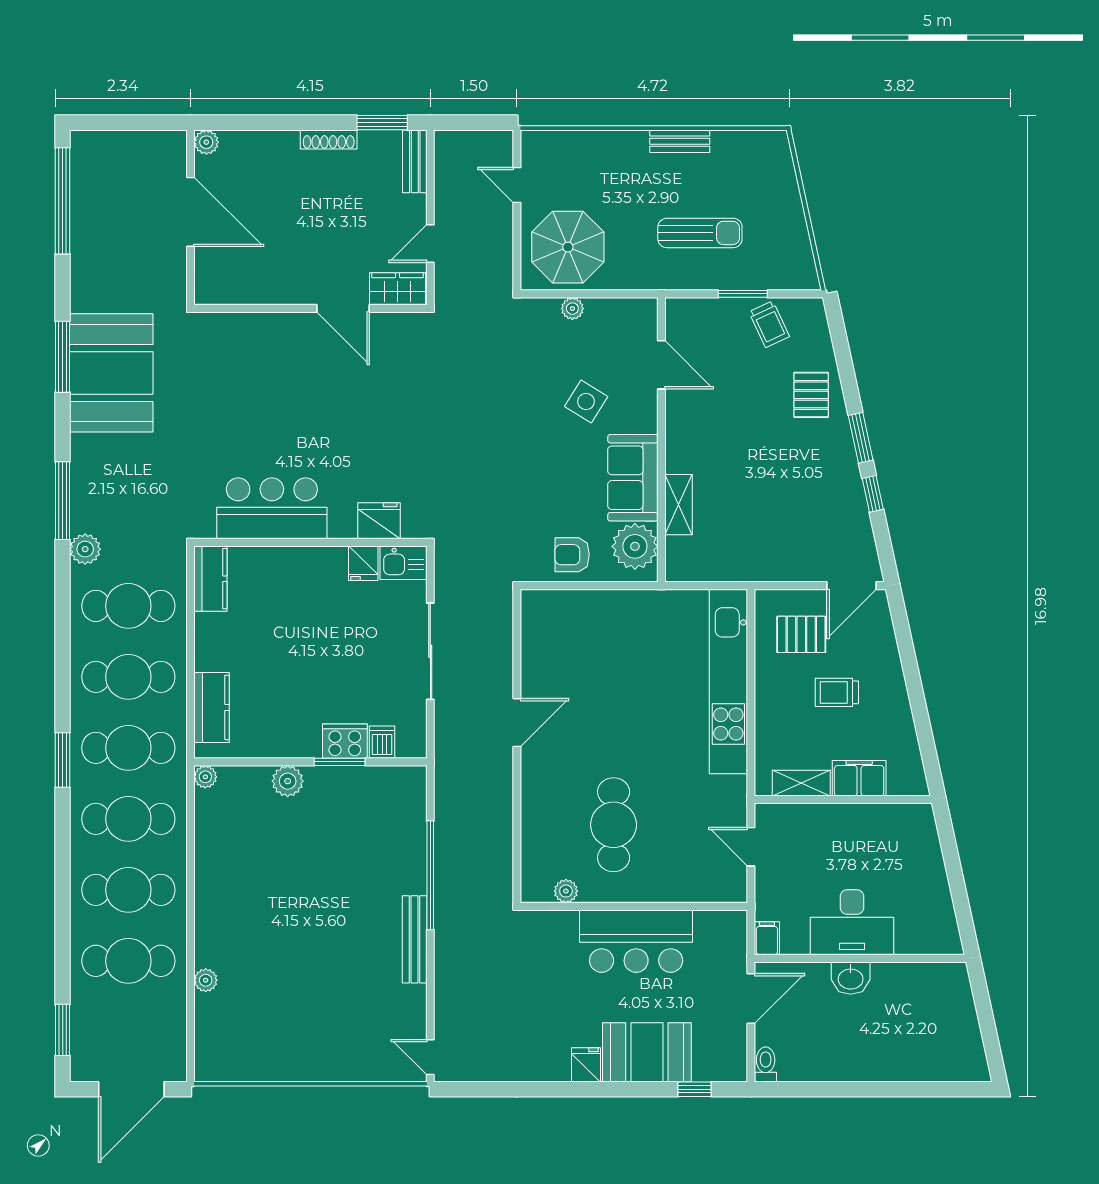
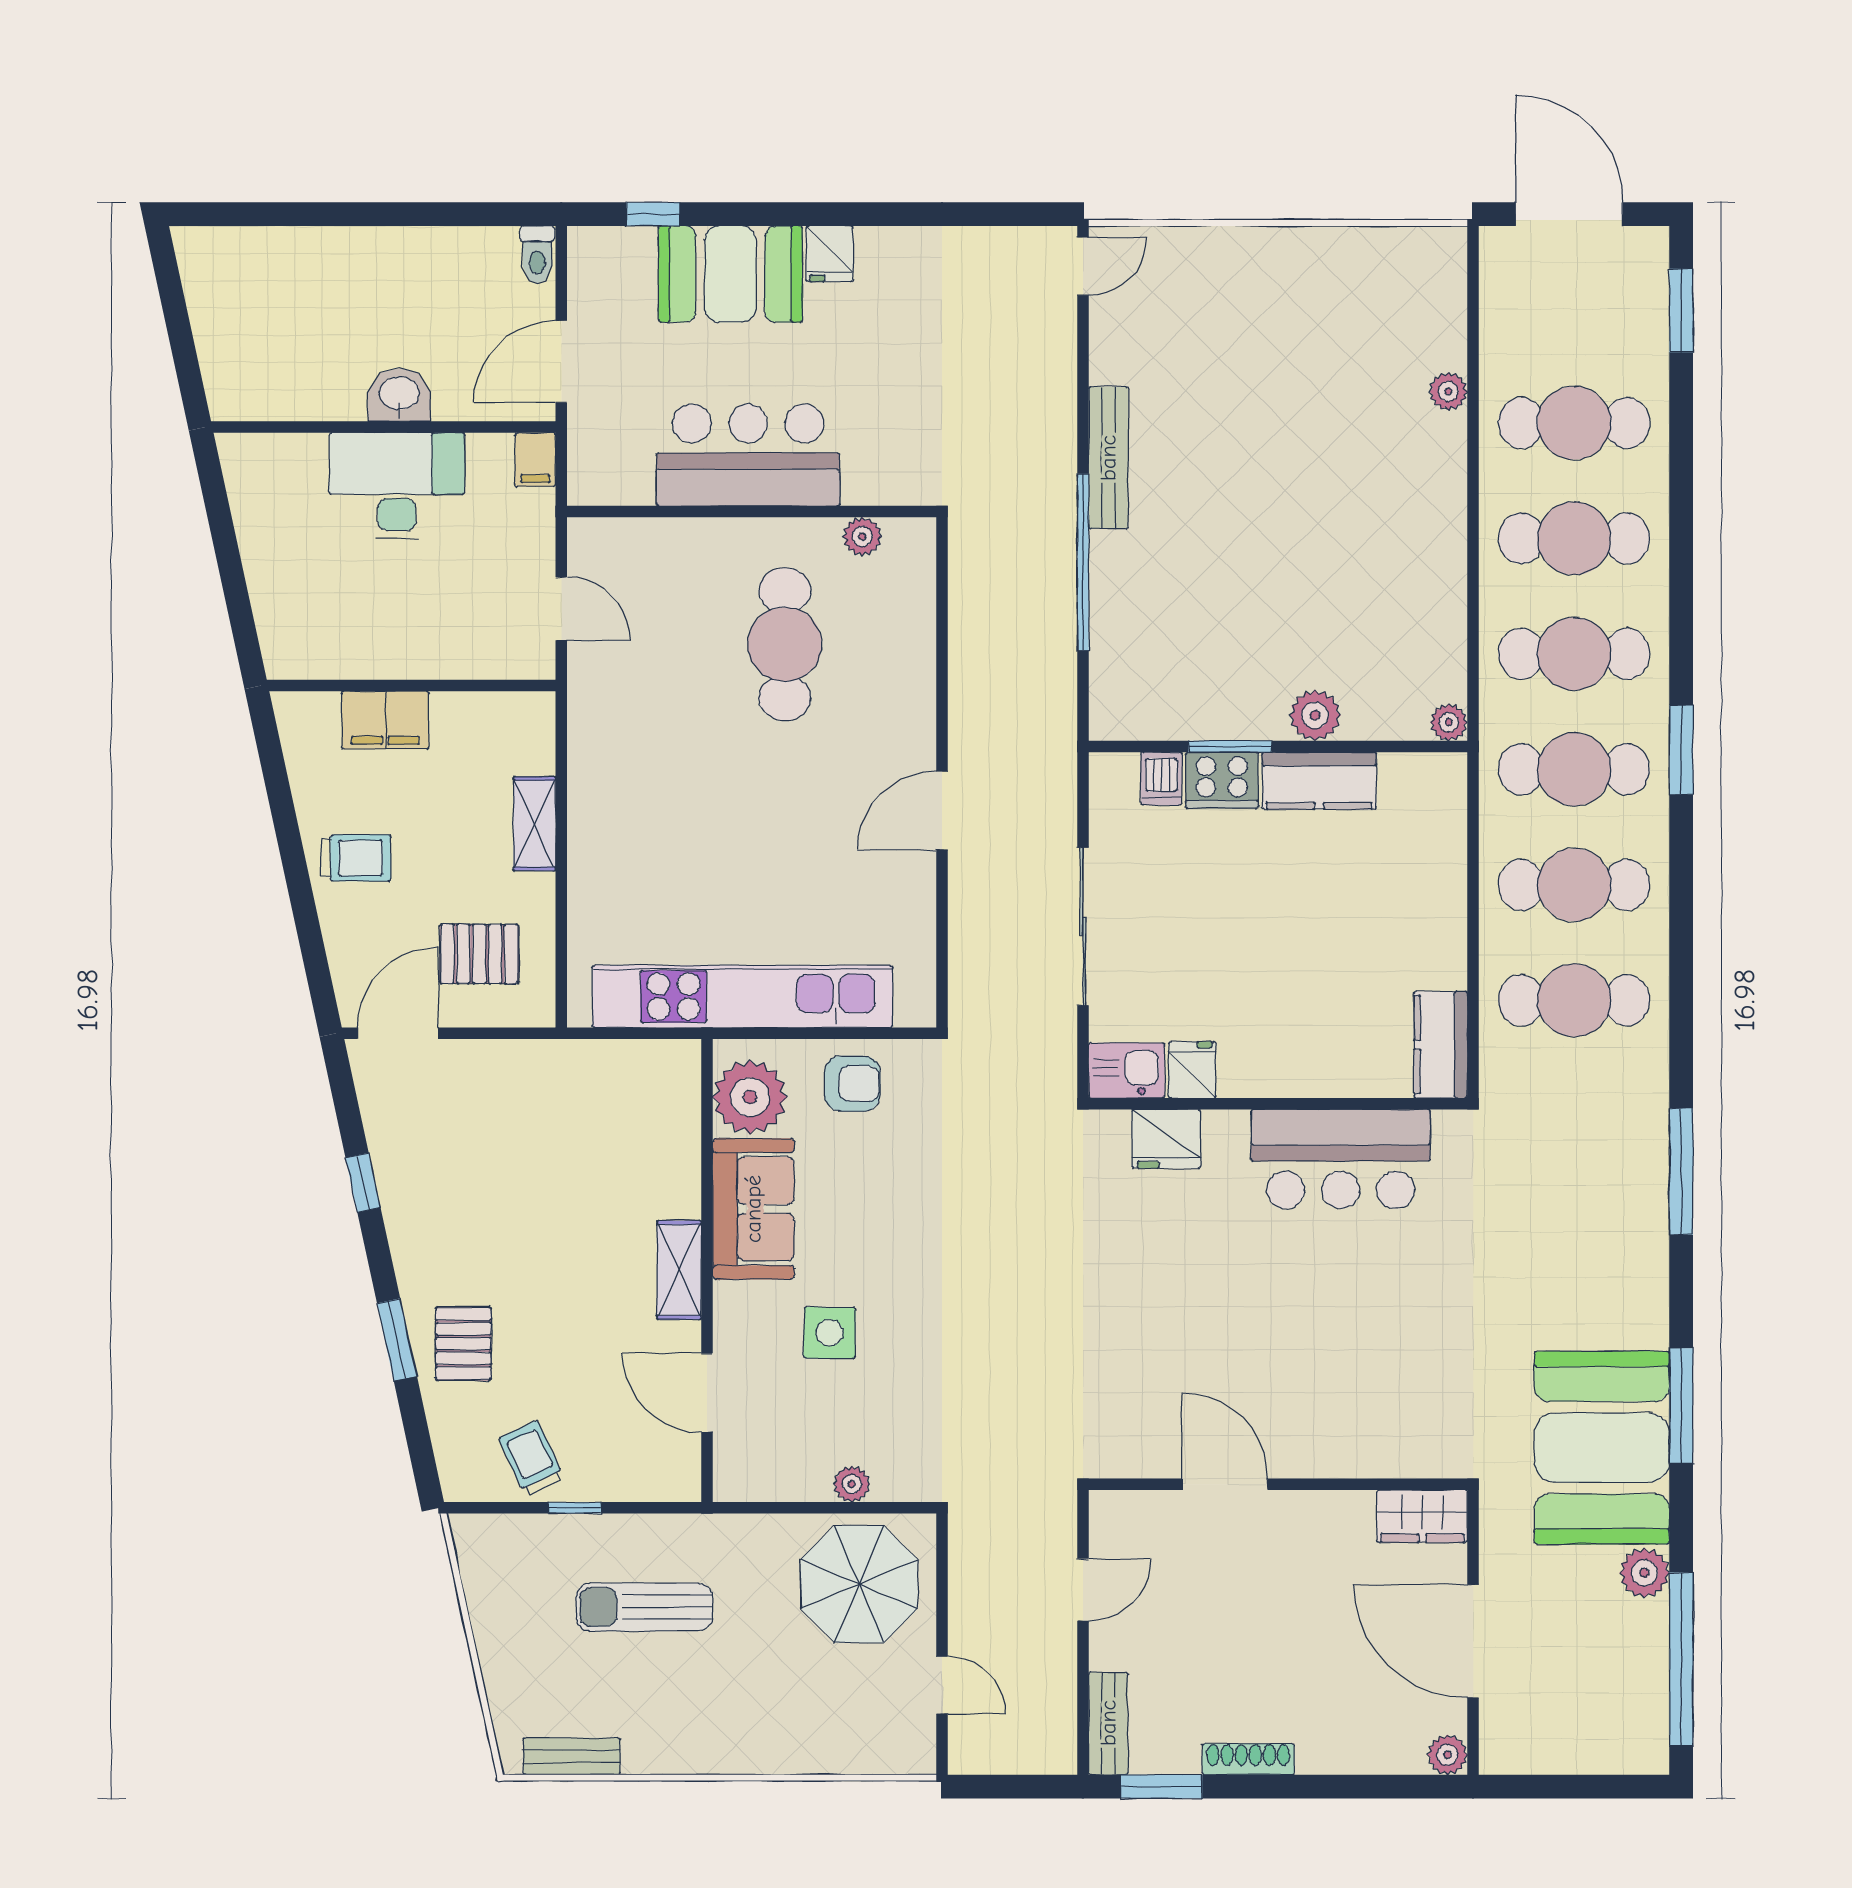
bench: (680, 141) -> (572, 1756), moved
wardrobe: (397, 289) -> (1422, 1516), moved
window: (743, 294) -> (575, 1508), width x0.67
booth: (111, 373) -> (1602, 1448), moved
side table: (586, 402) -> (830, 1333), turned -31
window: (861, 438) -> (397, 1340), moved
shelving: (678, 505) -> (679, 1270), moved
plant: (85, 549) -> (1644, 1573), moved
kitchen unit: (728, 682) -> (743, 996), moved, turned -90
trolley: (837, 692) -> (356, 858), moved
kitchen counter: (212, 707) -> (1319, 781), moved, turned -90
shelving: (801, 783) -> (534, 824), moved, turned 90
door: (430, 1057) -> (1083, 266), hinge flipped
door: (131, 1089) -> (1569, 214), hinge flipped

